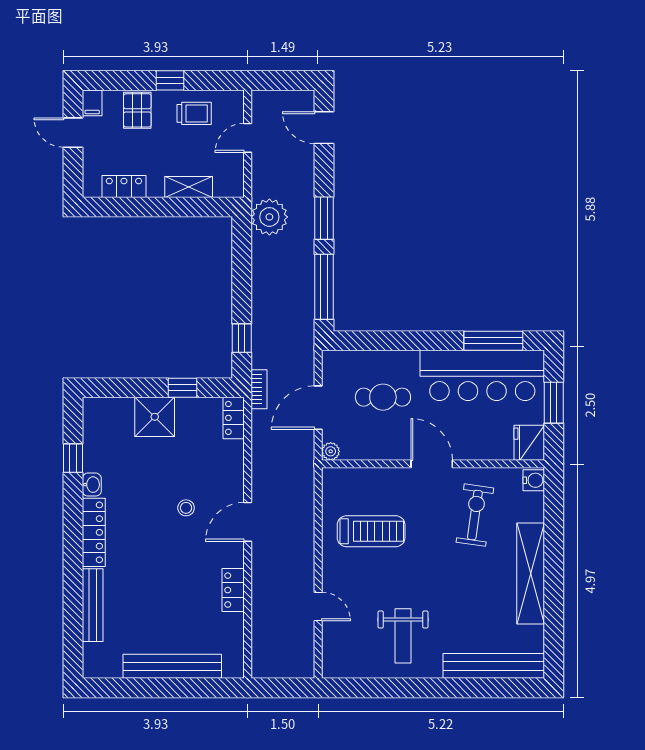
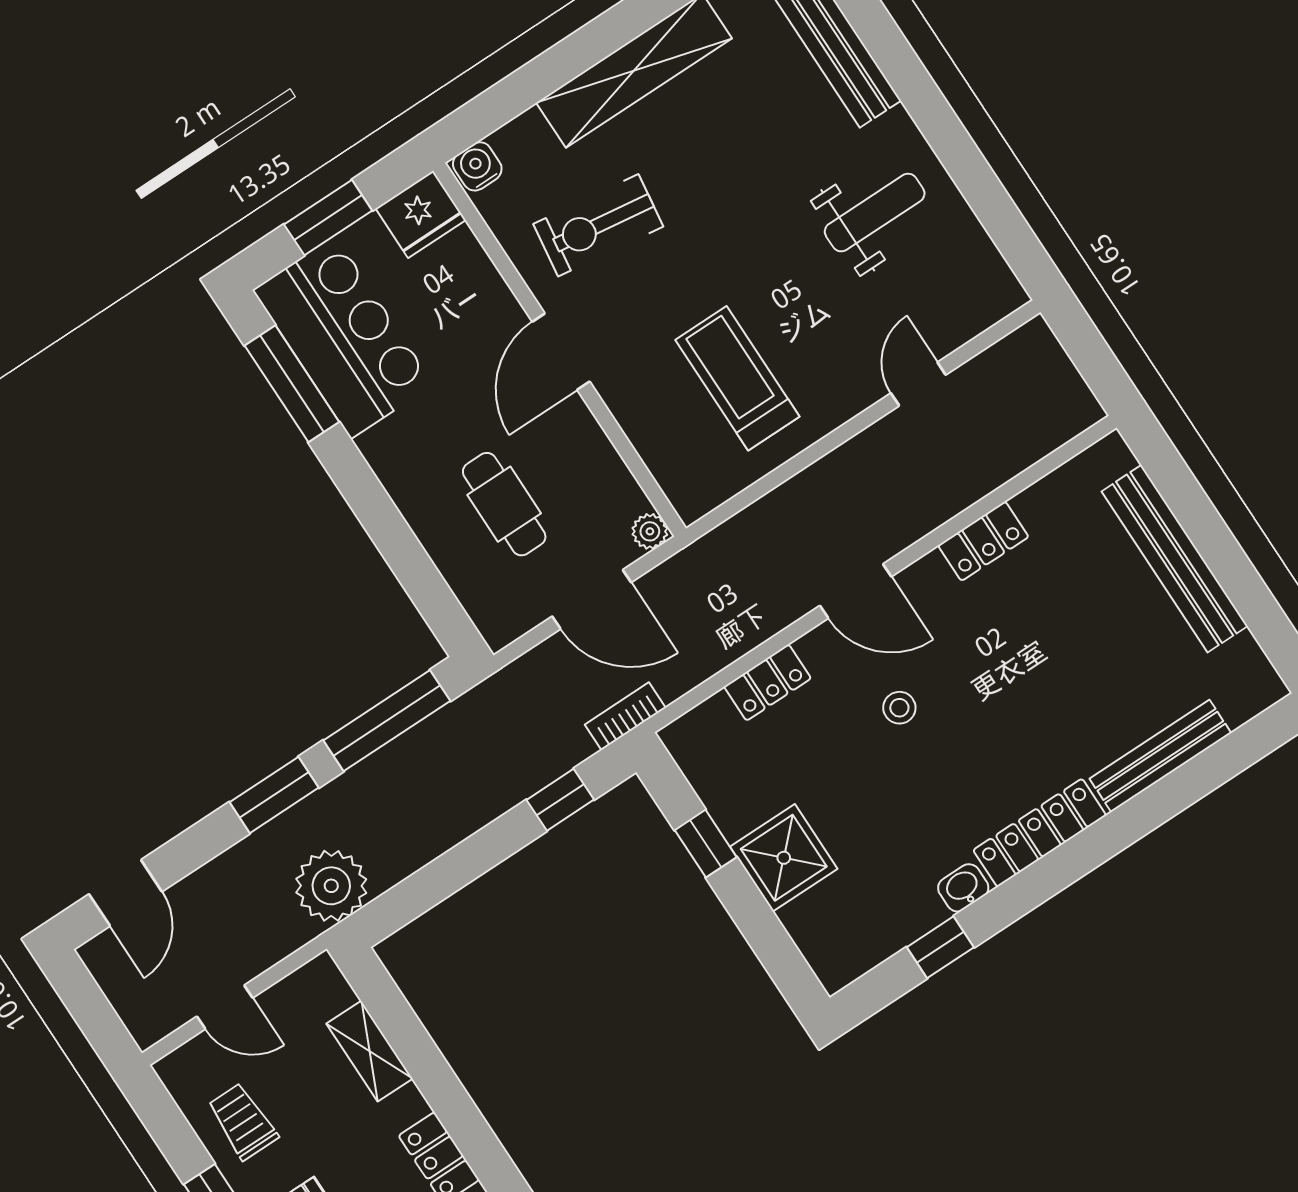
bar counter: (482, 375) -> (343, 337), width x0.73
locker: (234, 418) -> (767, 682), moved

